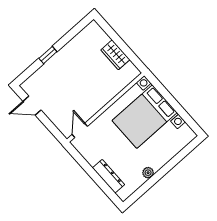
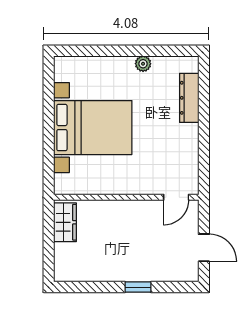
wall: (106, 107) -> (126, 197), moved
door: (80, 130) -> (176, 197), moved

